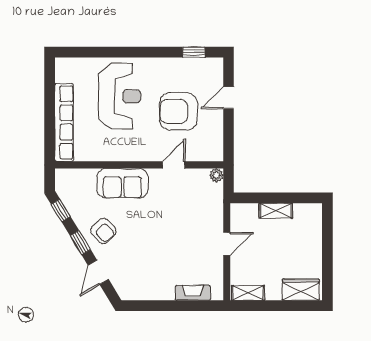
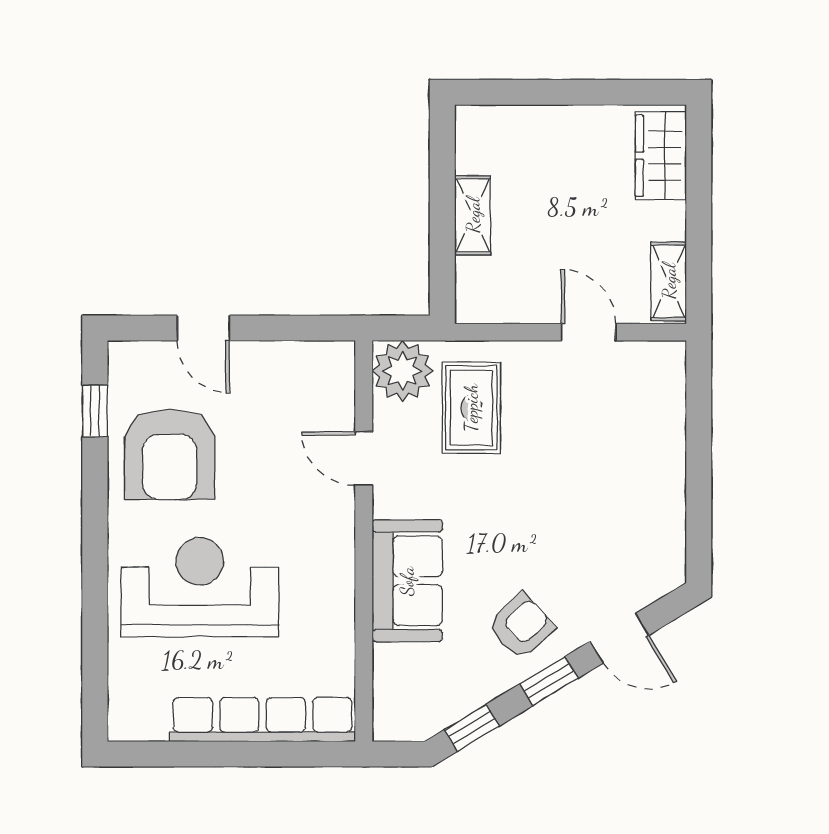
armchair: (178, 111) -> (170, 454), moved
plant: (216, 175) -> (403, 371), width x1.87, depth x1.87
rug: (195, 210) -> (471, 408), added
door: (227, 244) -> (589, 332), moved
fireplace: (193, 293) -> (669, 413), removed

